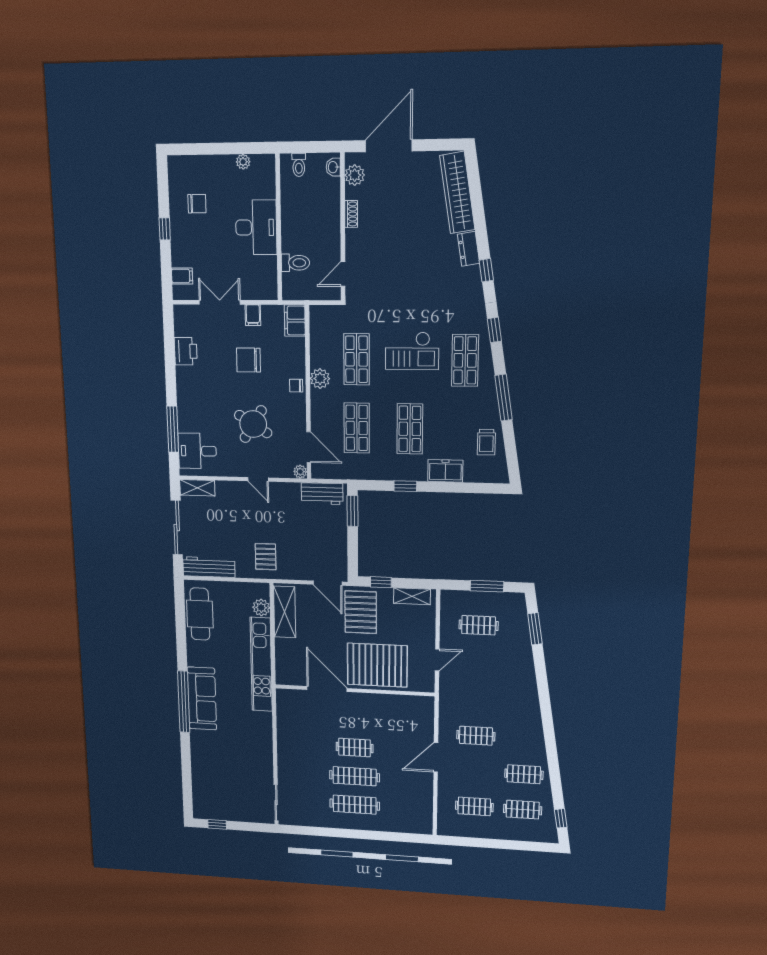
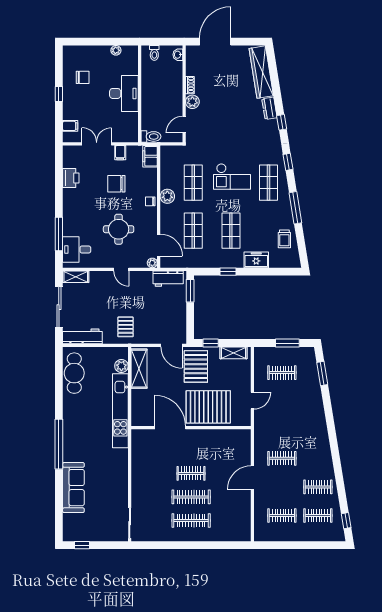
plant: (355, 175) -> (192, 102), moved
toilet: (295, 263) -> (151, 136), moved
round table: (253, 424) -> (119, 229), turned -32
sofa: (202, 699) -> (73, 488), moved

